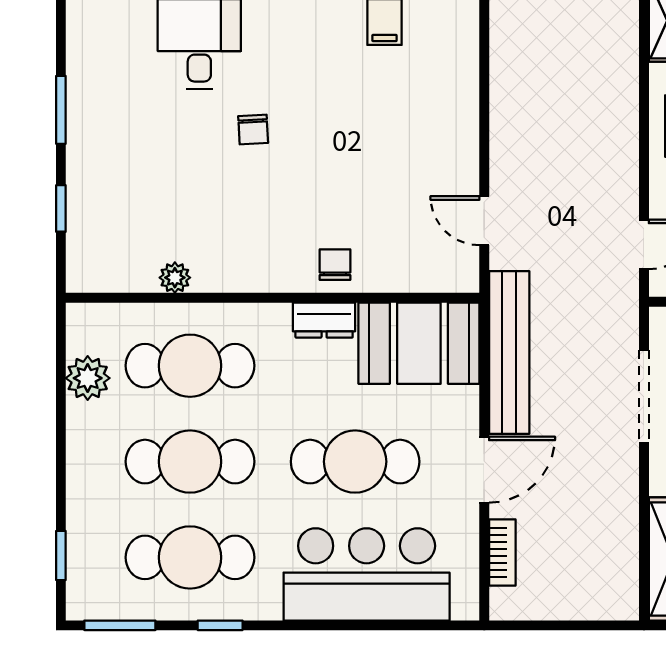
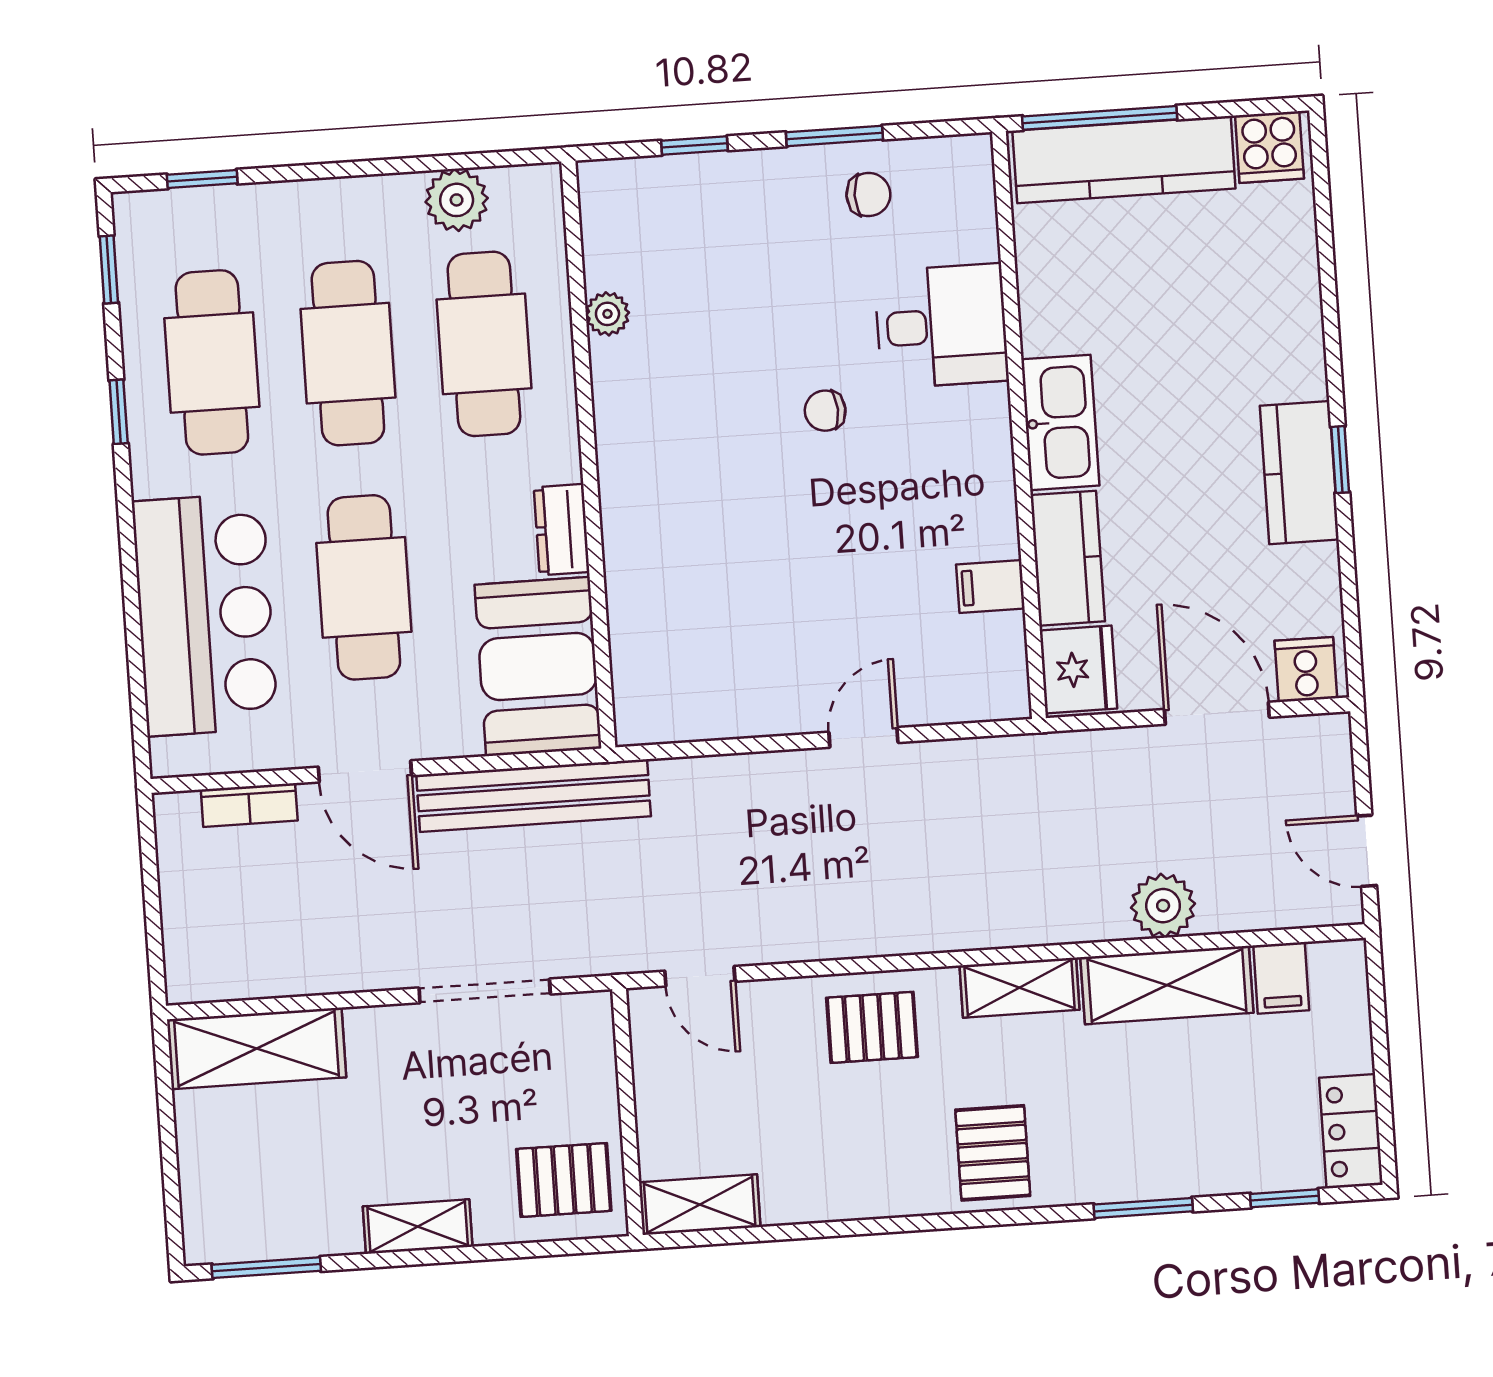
door: (484, 221) -> (863, 737), moved
chair: (335, 265) -> (868, 195), moved
window: (120, 625) -> (109, 270), width x0.67

